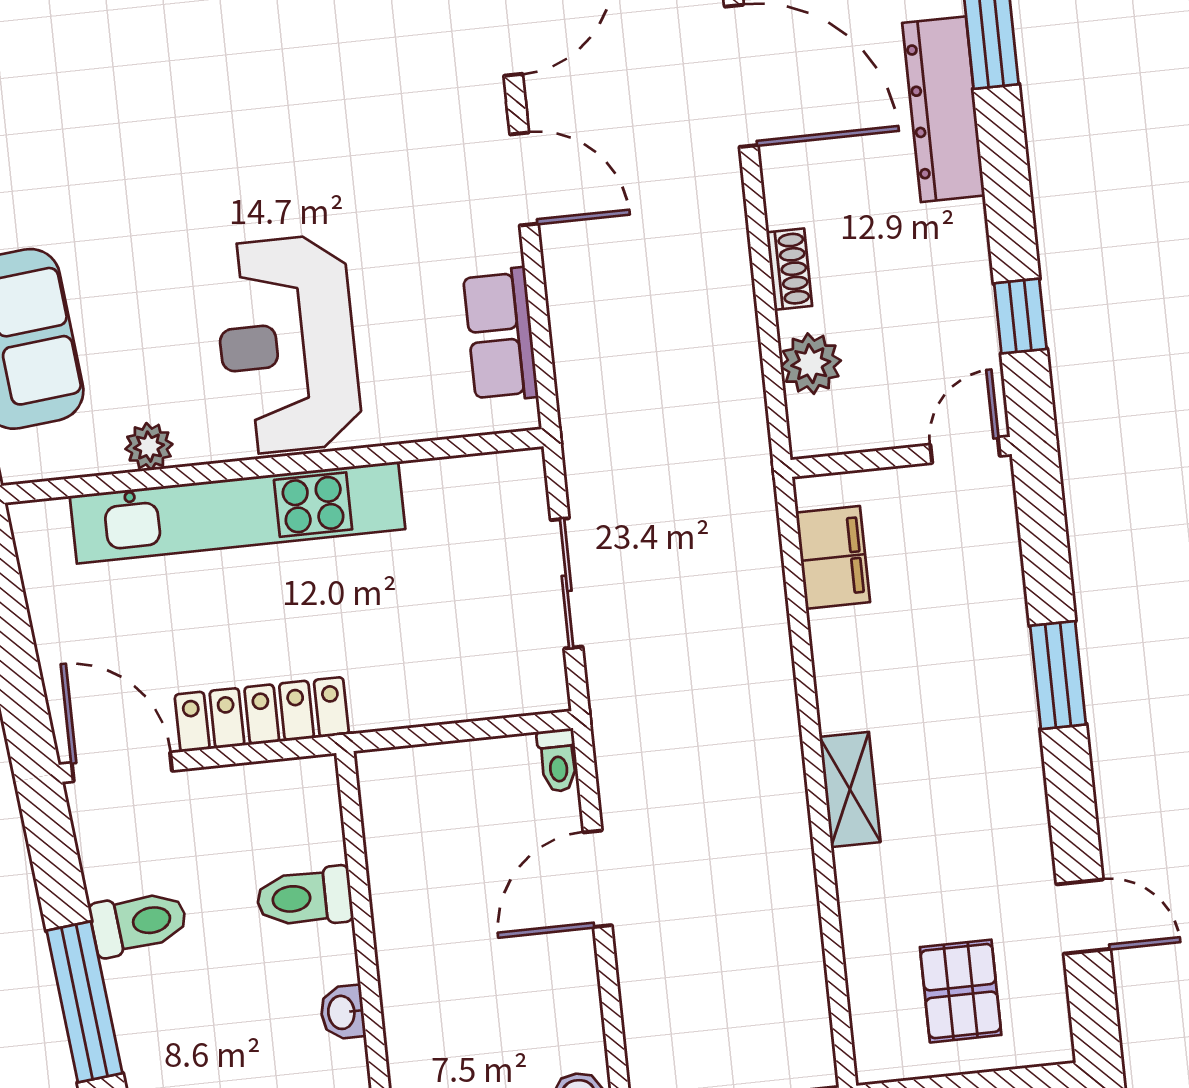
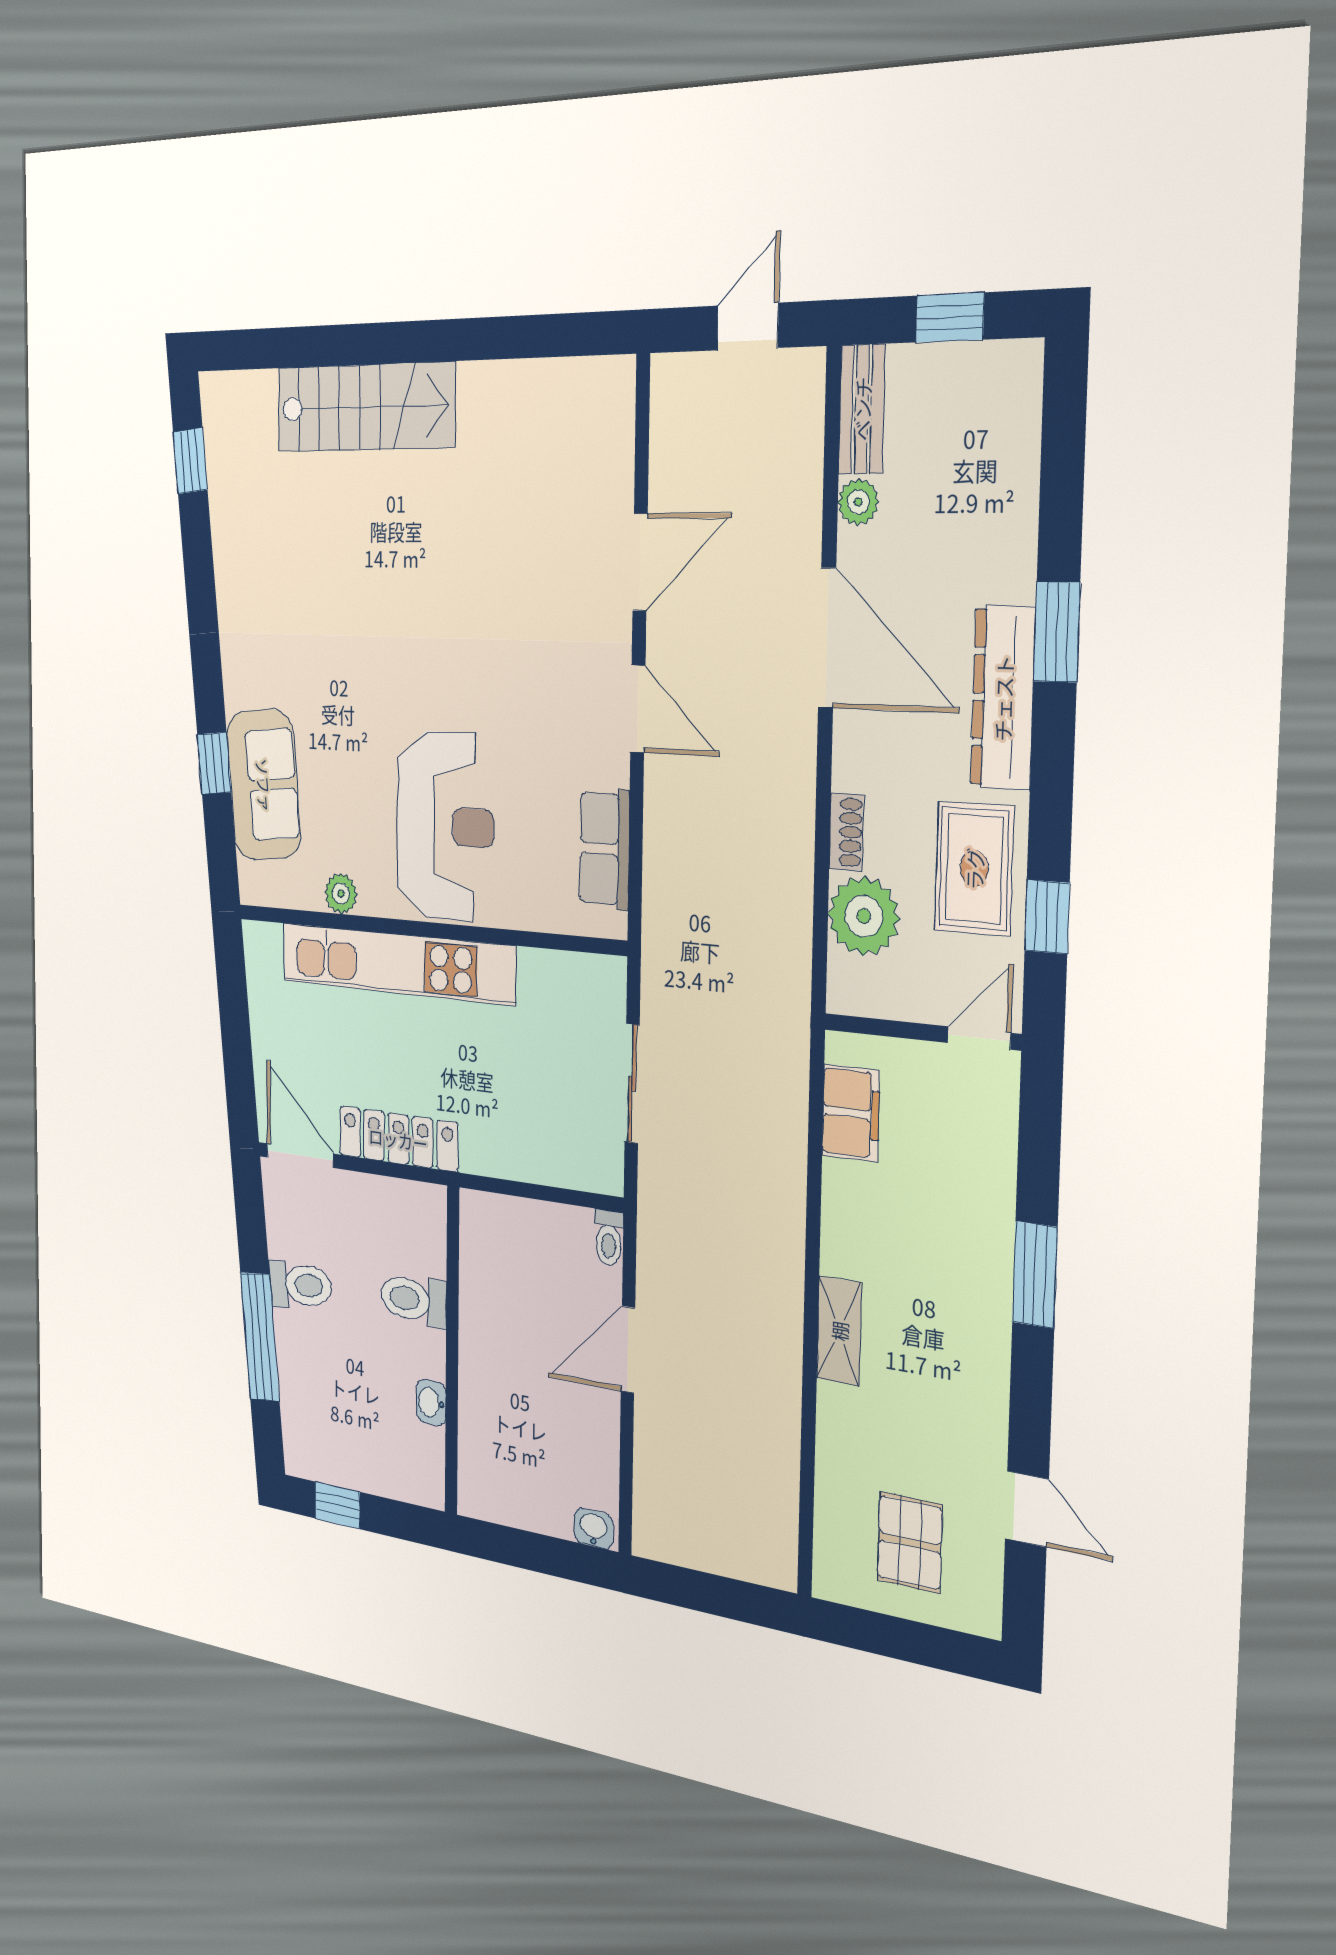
rug: (936, 282) -> (974, 869), added
reception desk: (287, 344) -> (445, 826), turned 180
plant: (811, 364) -> (864, 916), width x1.36, depth x1.36

